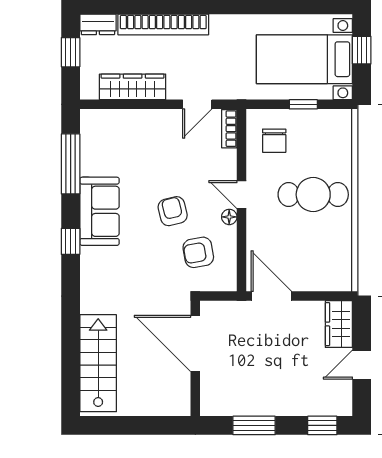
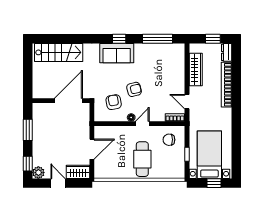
sofa: (100, 211) -> (117, 53), moved
door: (271, 296) -> (92, 149), moved
plant: (340, 404) -> (38, 173), added

